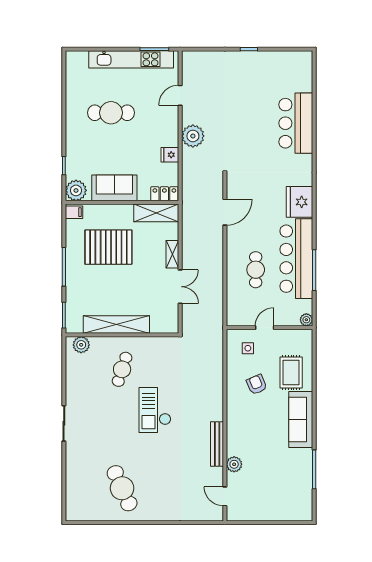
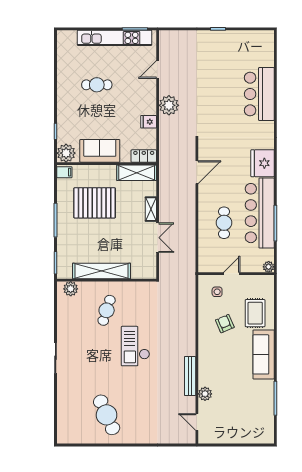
cafe table: (111, 113) -> (97, 85), width x0.73, depth x0.74

